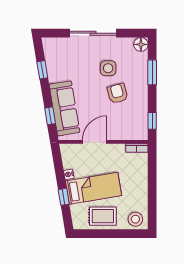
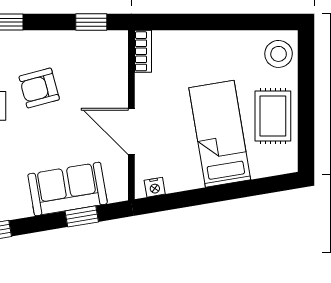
sofa: (64, 108) -> (68, 189), width x0.73
nightstand: (69, 174) -> (155, 187), moved
window: (64, 197) -> (236, 191), removed

